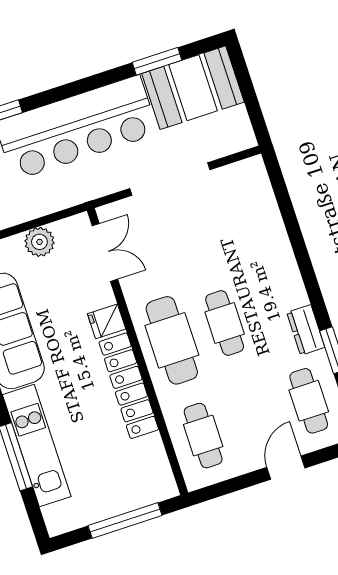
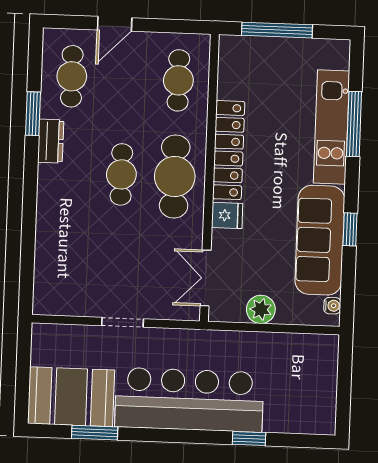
doorway: (170, 179) -> (122, 322), width x0.53

